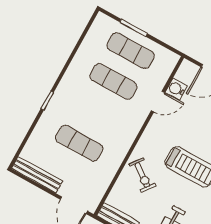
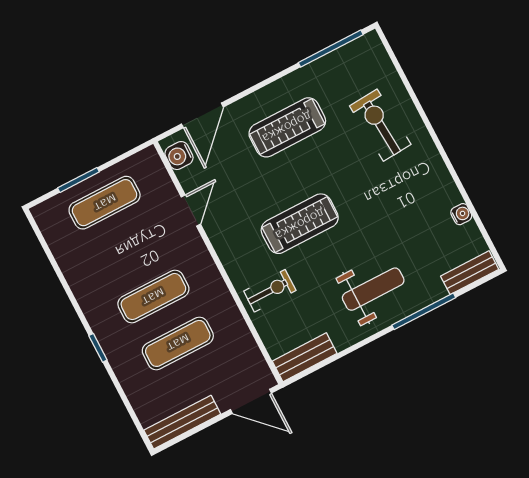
exercise mat: (113, 81) -> (153, 297), moved
water cooler: (176, 89) -> (179, 156), moved
exercise bike: (142, 175) -> (270, 291), turned -37

